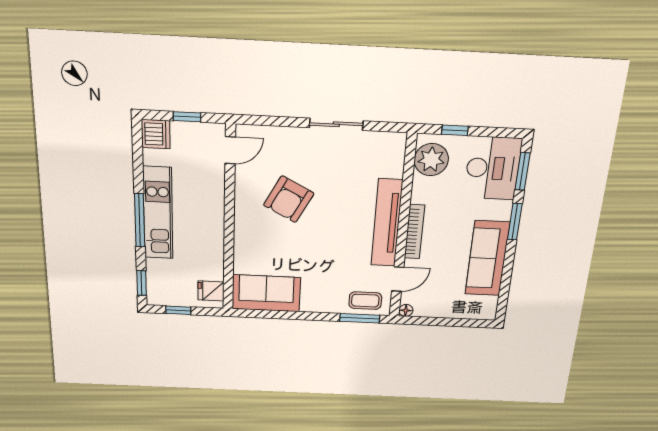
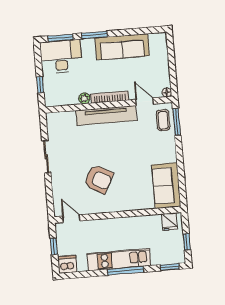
plant: (431, 160) -> (84, 98), moved, width x0.53, depth x0.53

